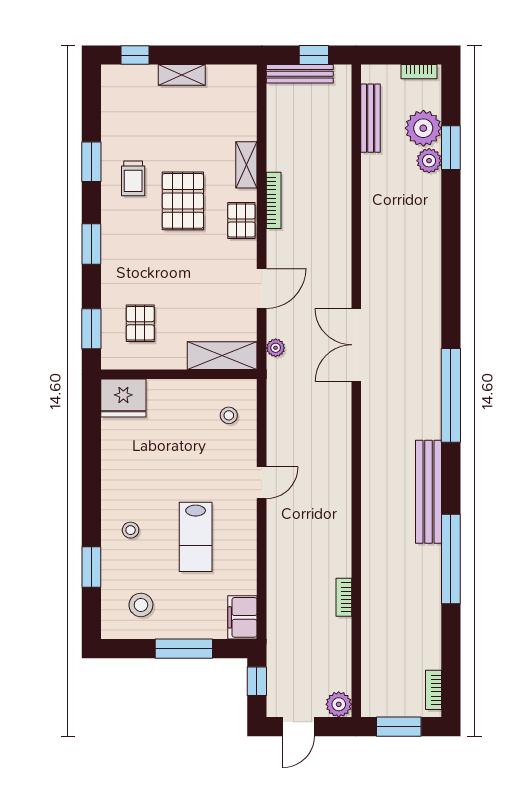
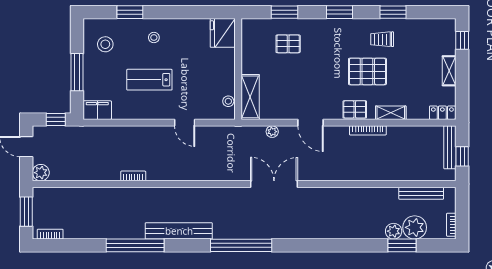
locker: (246, 85) -> (442, 113), added
shelving: (222, 356) -> (250, 97), moved
wall: (179, 374) -> (238, 69), moved
fridge: (123, 398) -> (223, 33), moved
bookcase: (344, 597) -> (133, 176), moved

